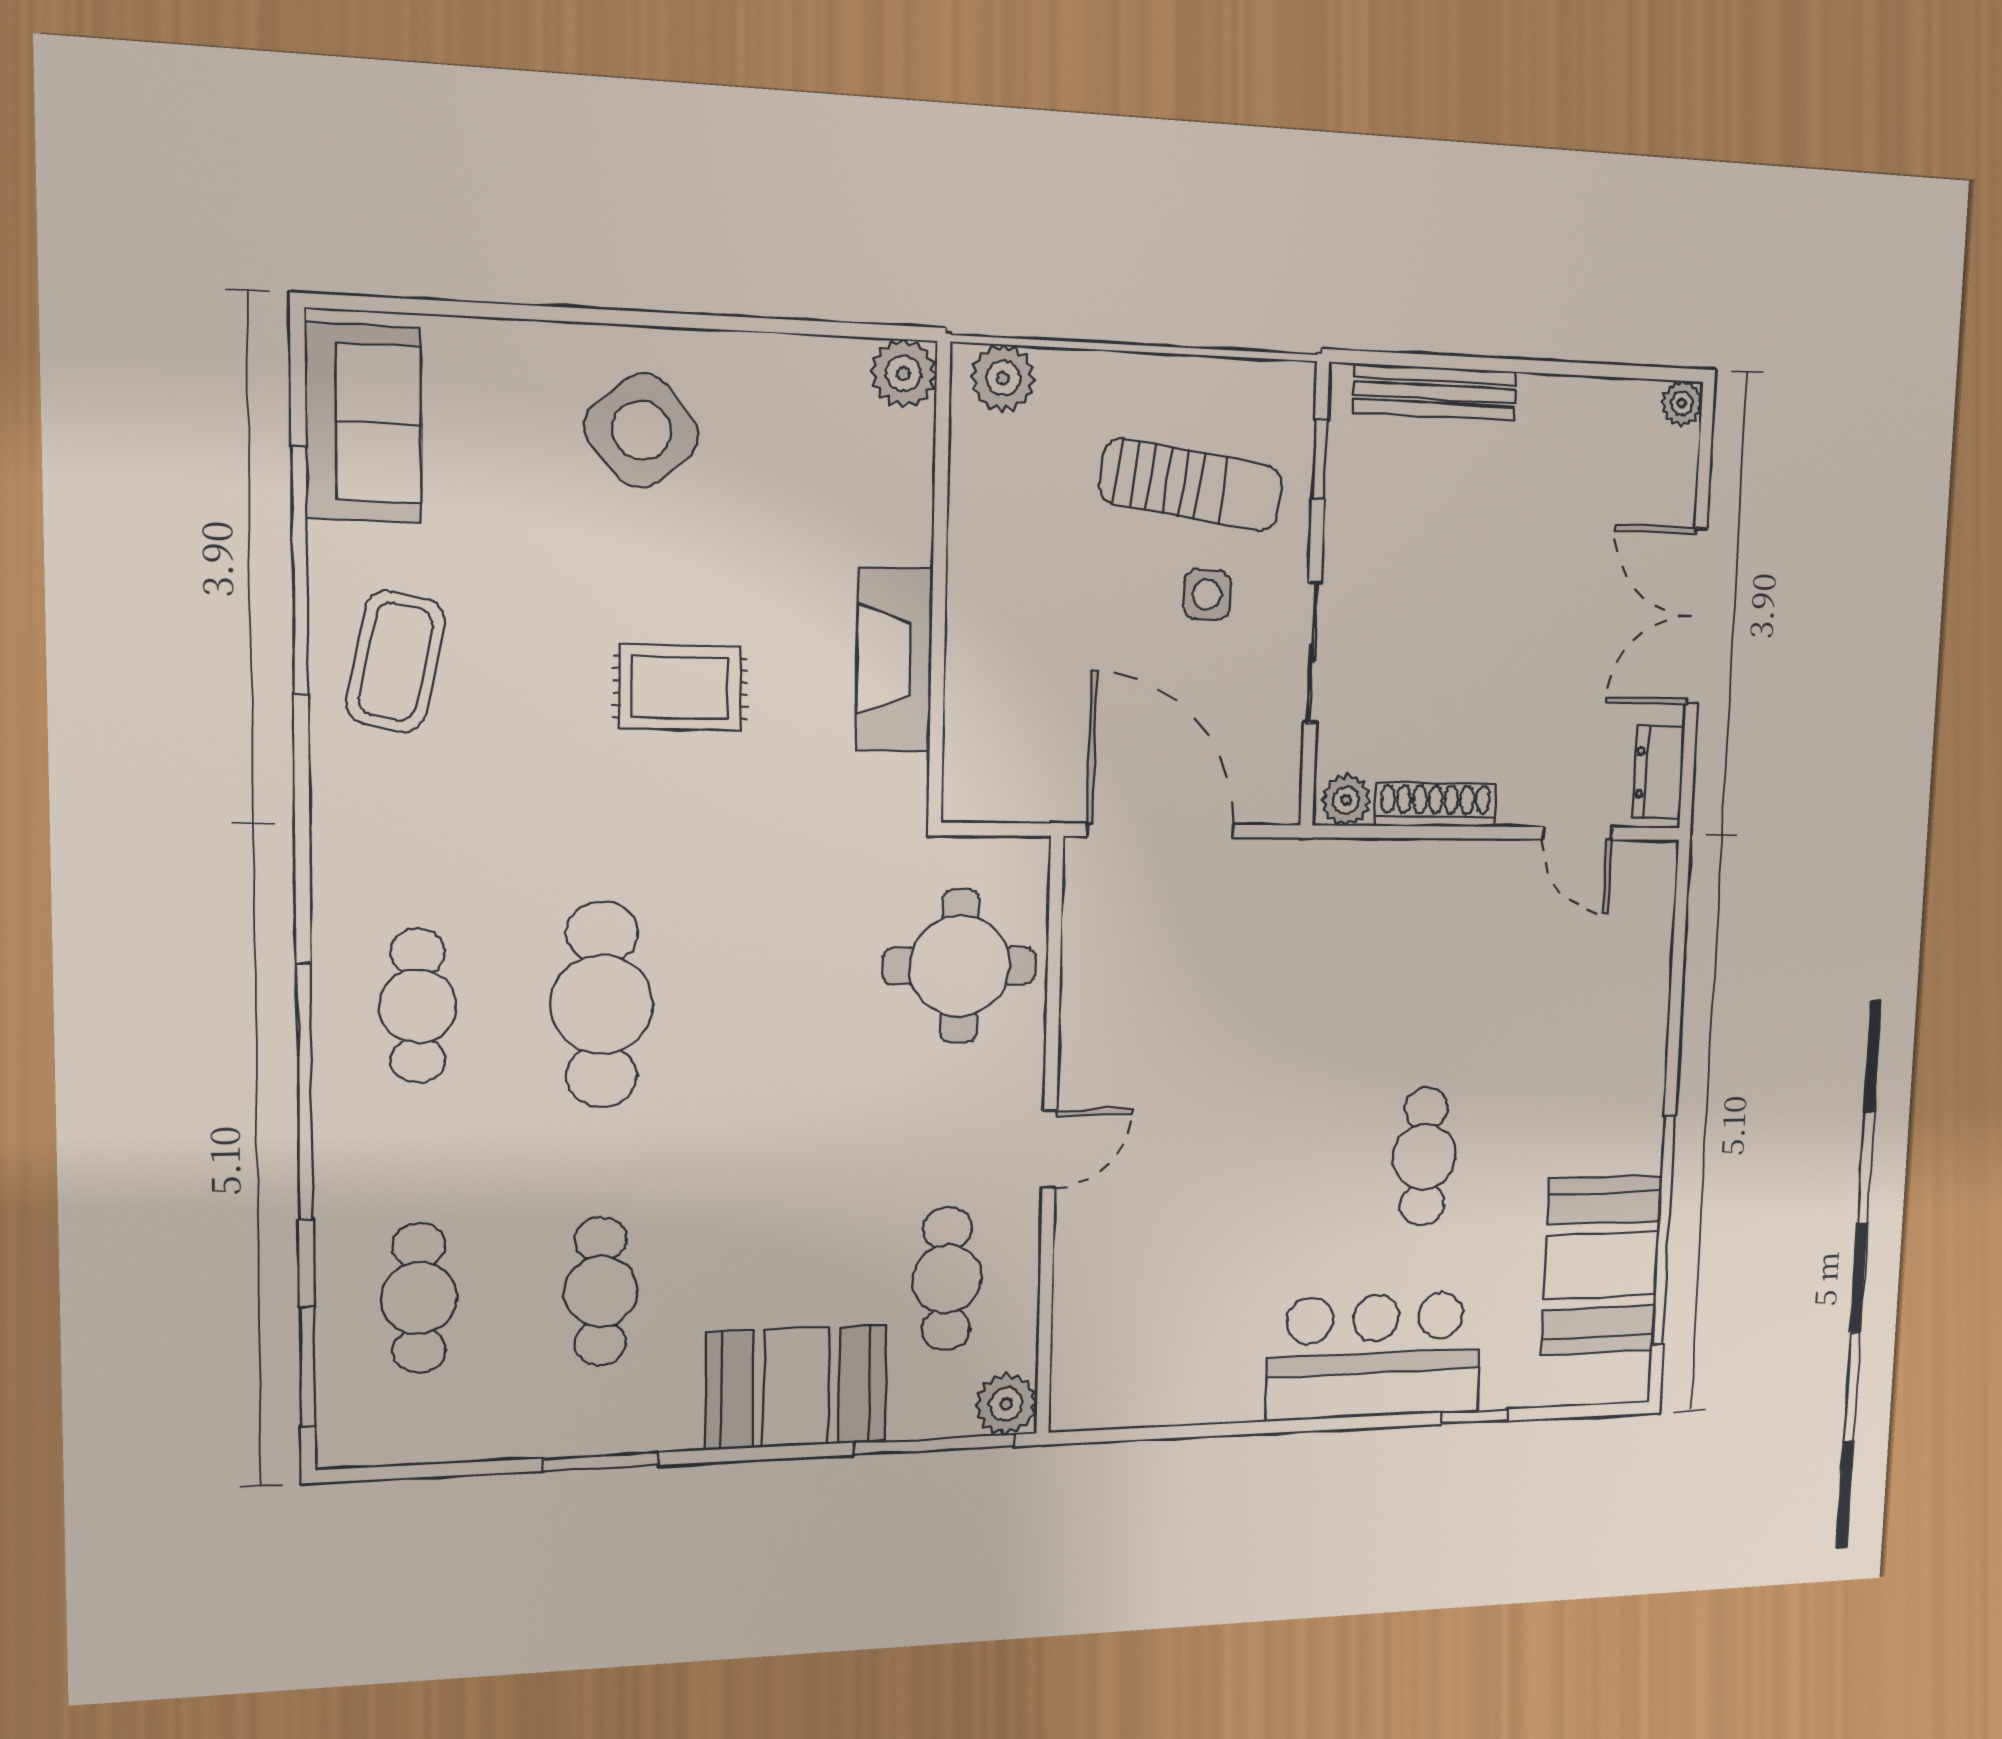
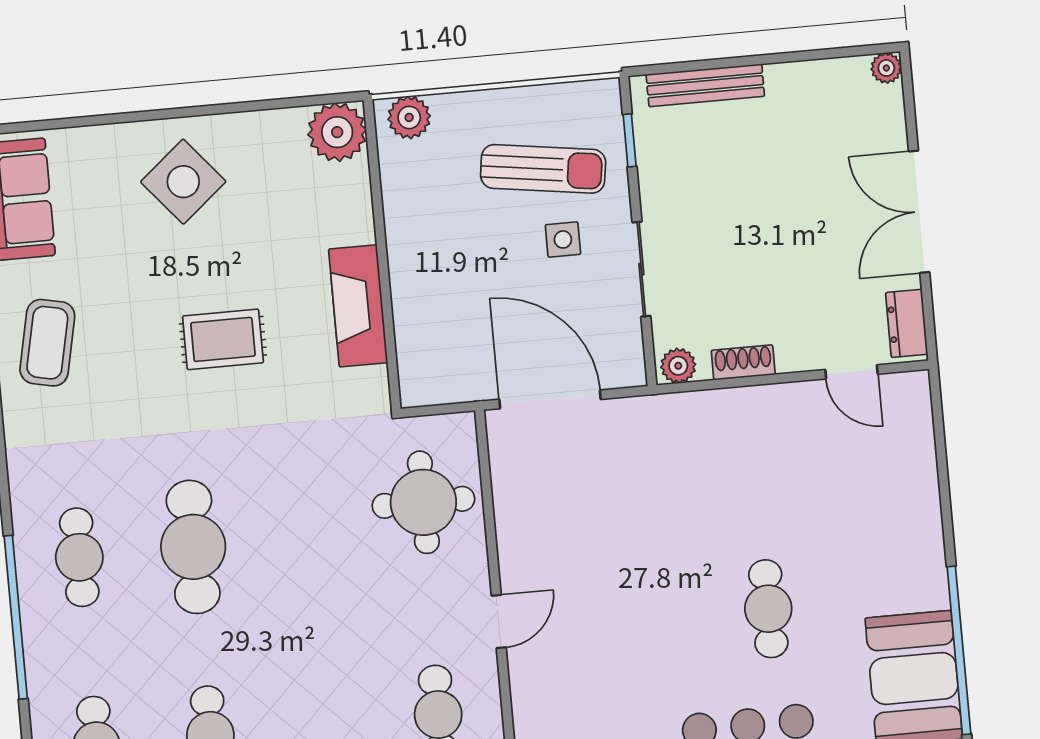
plant: (904, 374) -> (337, 132), width x1.36, depth x1.36
shoe rack: (1435, 805) -> (743, 363), width x0.70

